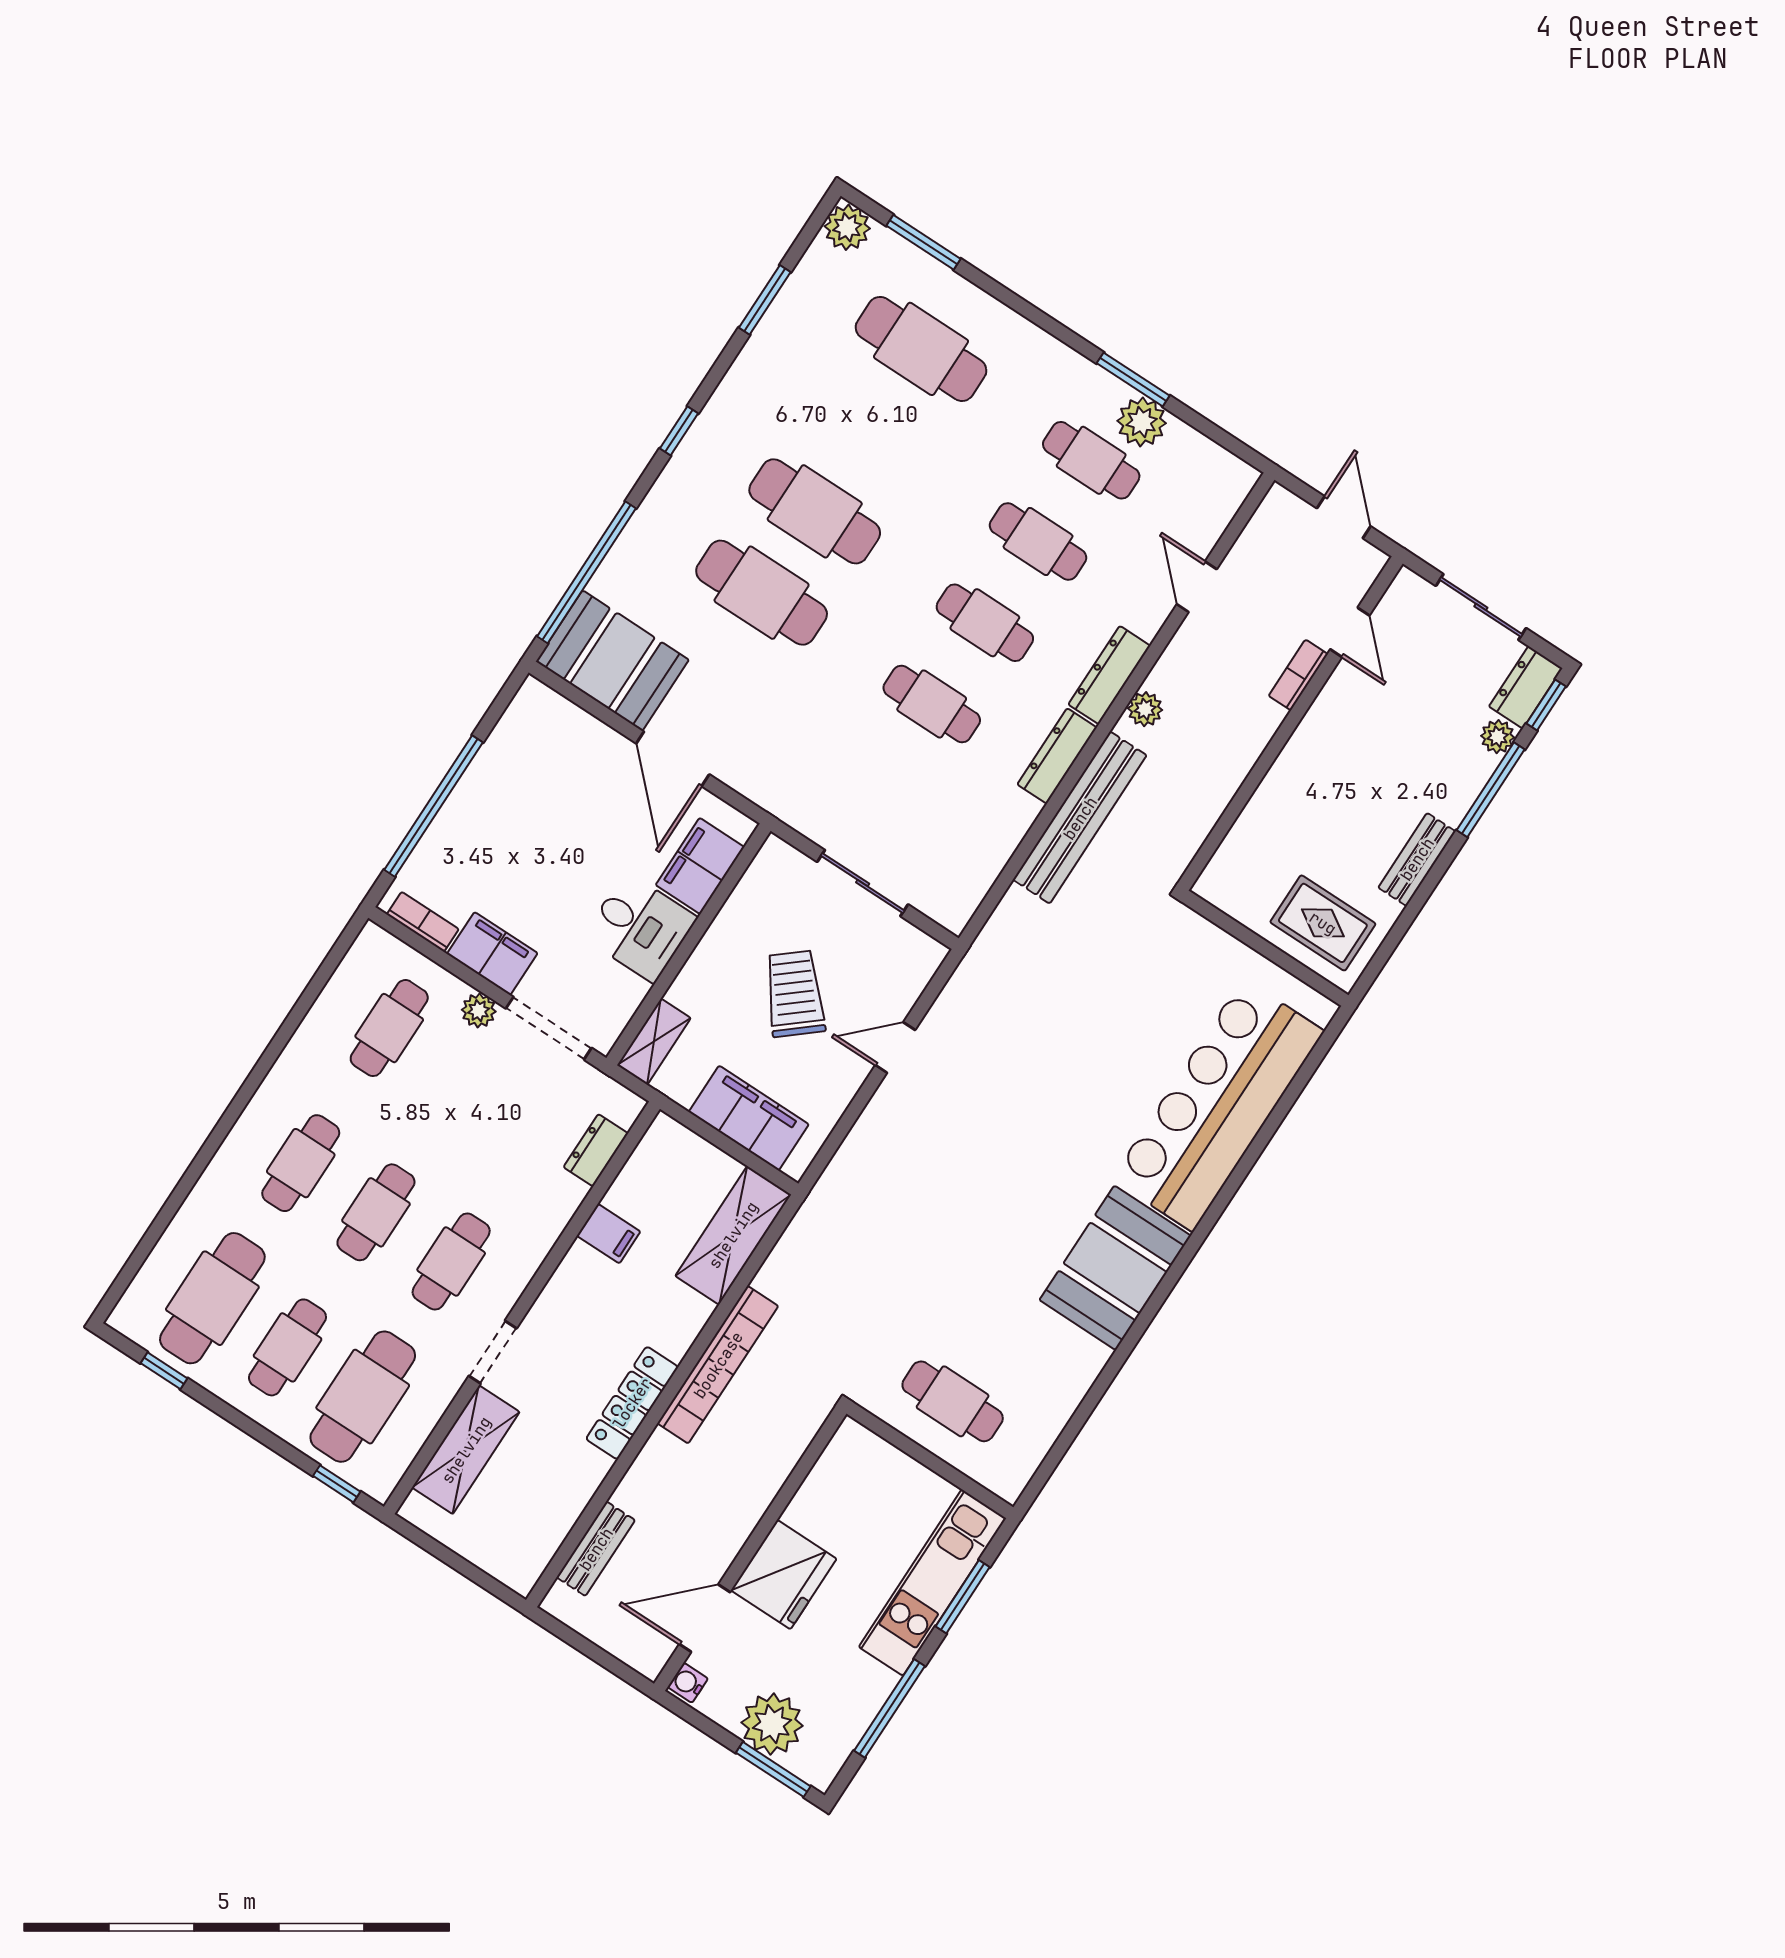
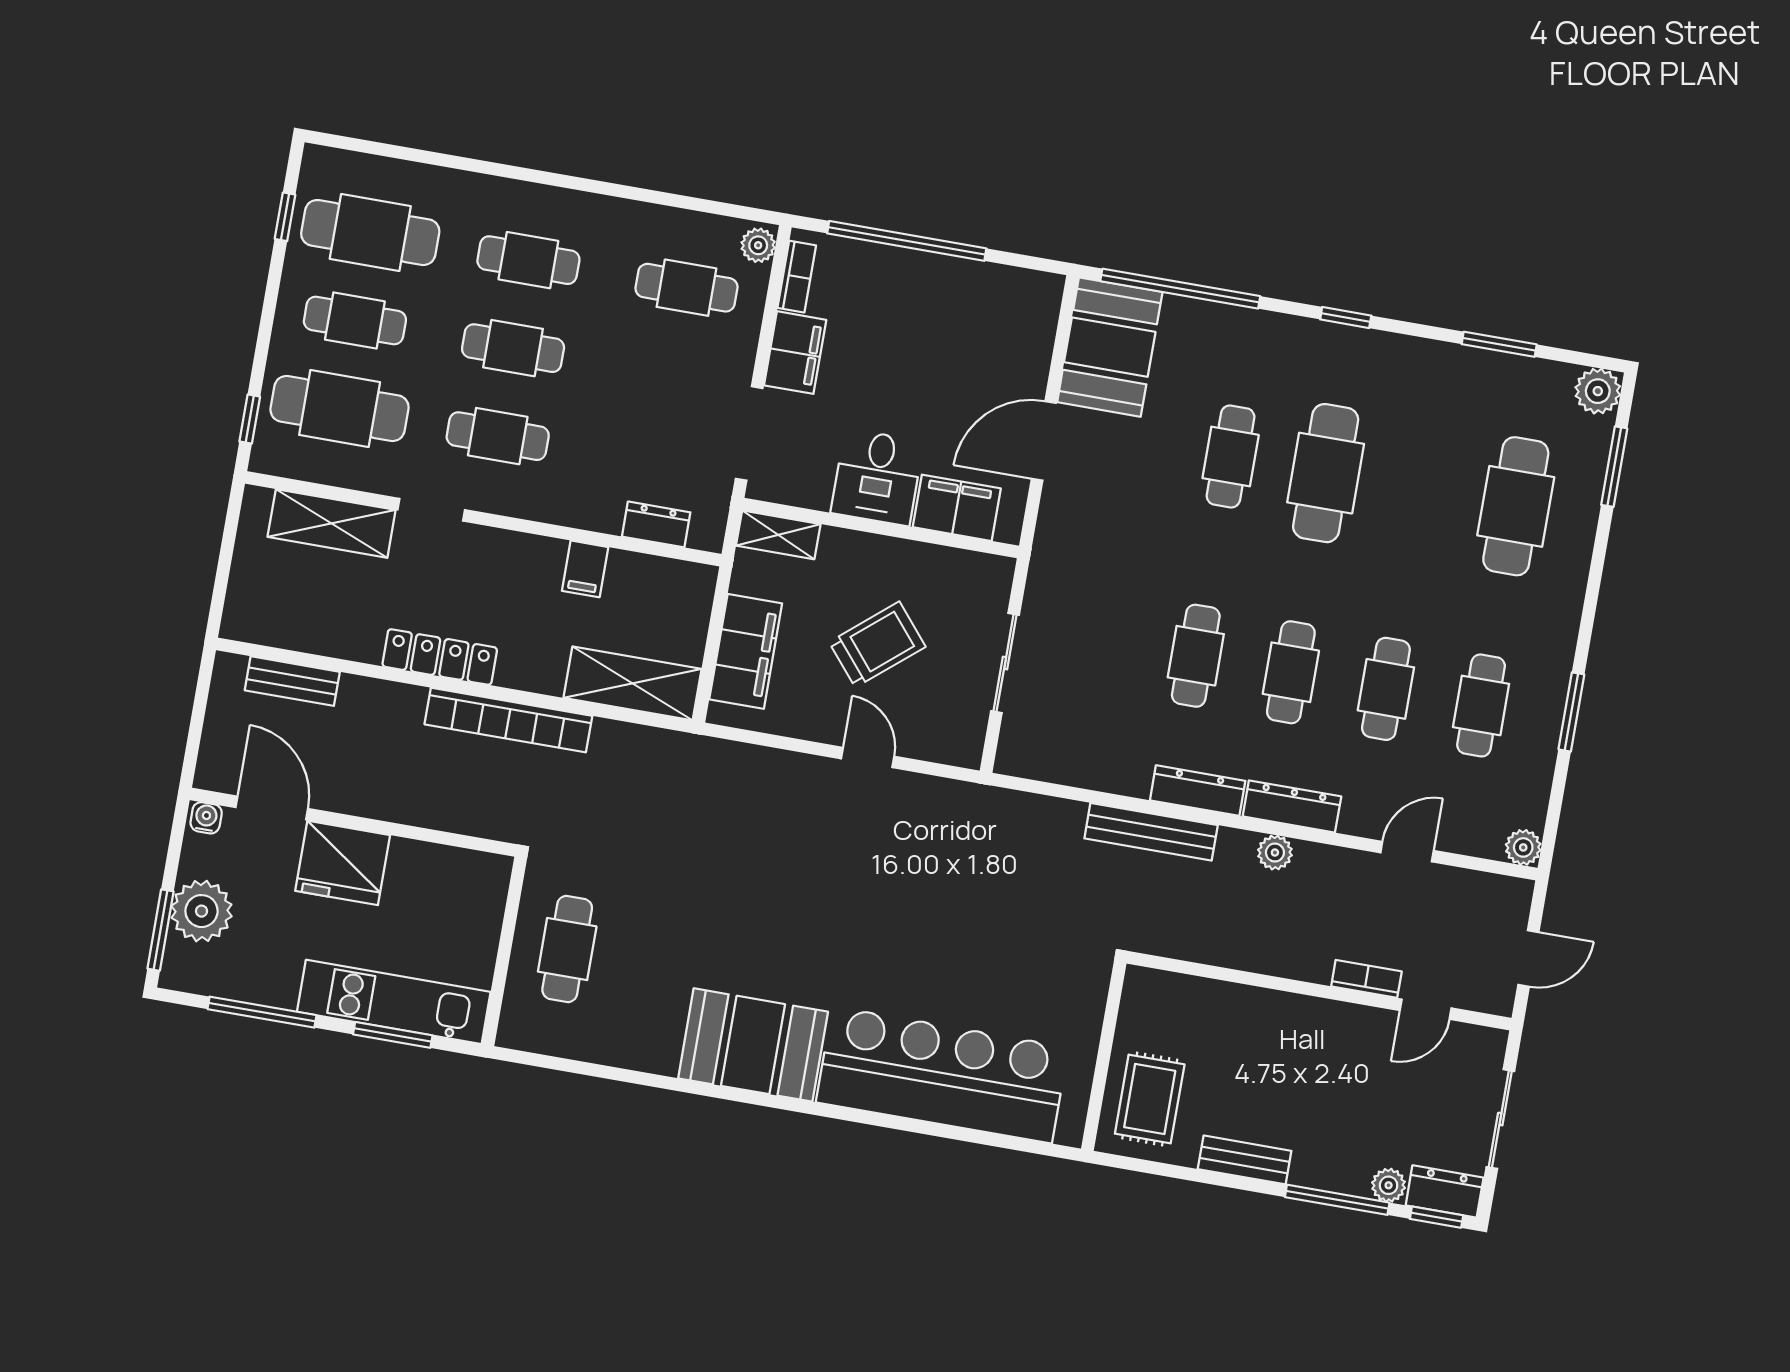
plant: (1142, 422) -> (1523, 847), moved, width x0.73, depth x0.73
cafe table: (762, 593) -> (1231, 456), width x0.73, depth x0.74
bench: (1080, 818) -> (1151, 832), width x0.73, depth x0.82
plant: (479, 1011) -> (758, 245), moved

